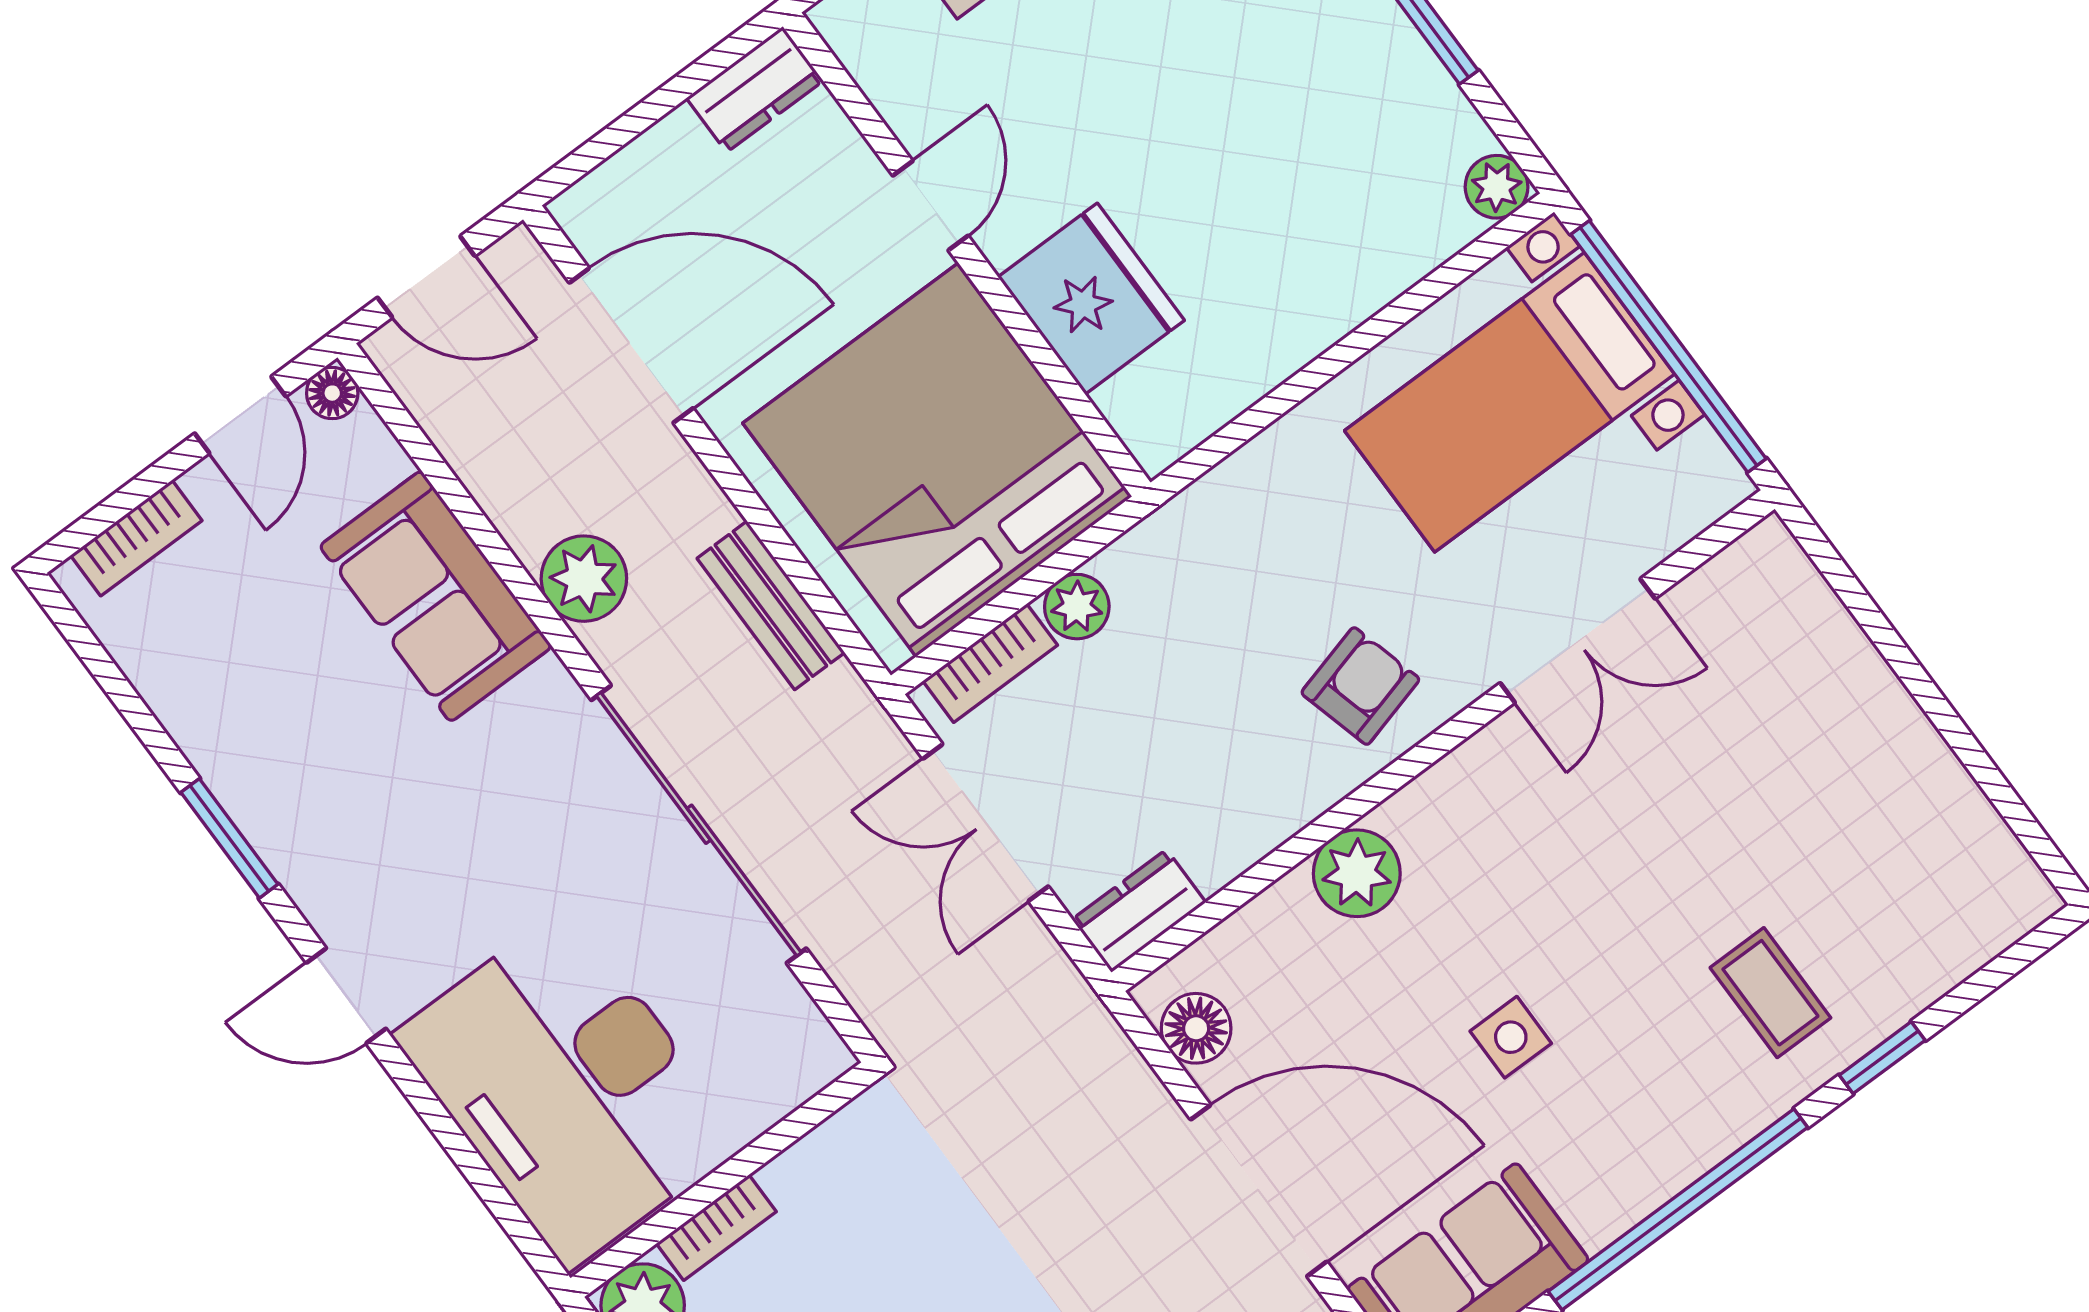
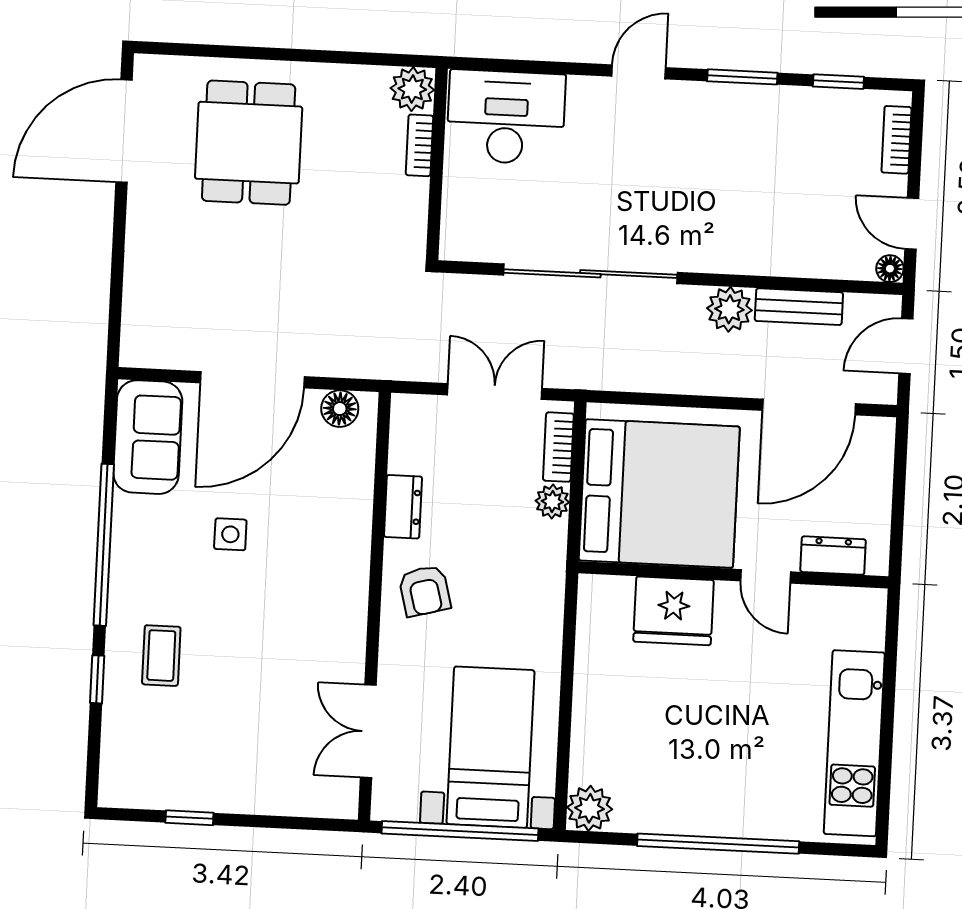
dresser: (755, 90) -> (833, 556), moved, turned 90
plant: (1497, 187) -> (590, 808), width x1.38, depth x1.38
sofa: (436, 596) -> (772, 243), removed
bench: (771, 605) -> (799, 307), moved
double door: (1578, 641) -> (368, 731), moved
window: (121, 692) -> (838, 82), added
window: (1974, 757) -> (189, 818), added
plant: (1357, 873) -> (349, 526), removed
dresser: (1139, 911) -> (403, 507), moved
coffee table: (1770, 993) -> (161, 656), turned 90
desk: (568, 1088) -> (506, 117), width x0.73, depth x0.77

